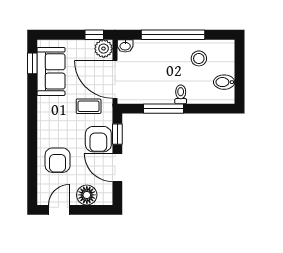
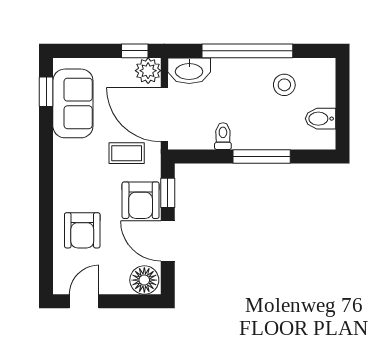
washbasin: (125, 46) -> (189, 71), width x1.91, depth x1.45
toilet: (181, 94) -> (223, 136), moved
window: (164, 109) -> (262, 157), moved
floor lamp: (87, 195) -> (144, 280), moved

